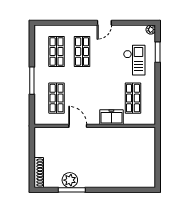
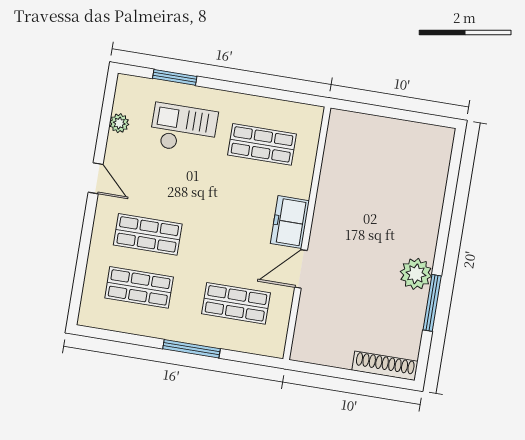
plant: (151, 30) -> (119, 123), moved
freezer: (111, 117) -> (290, 222), moved
plant: (70, 180) -> (416, 274), moved

